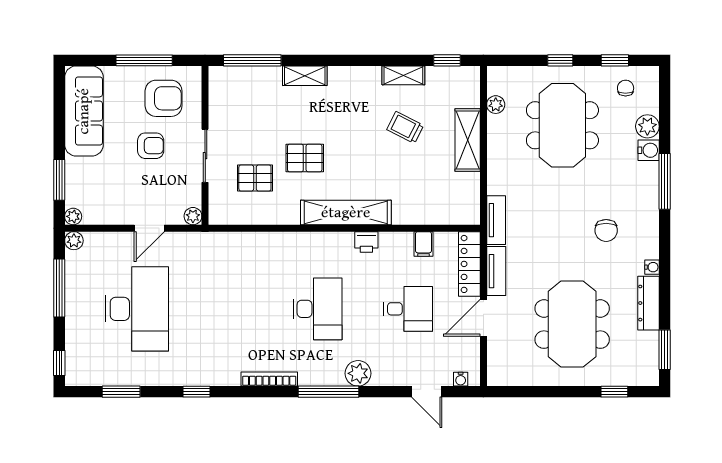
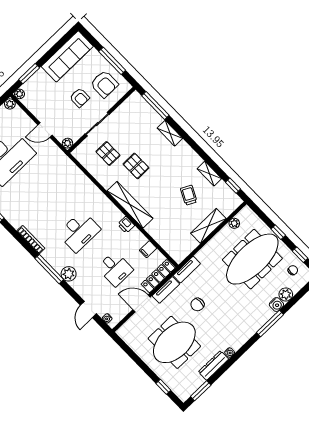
meeting table: (562, 125) -> (252, 259), width x1.36
chair: (606, 230) -> (197, 304), moved

